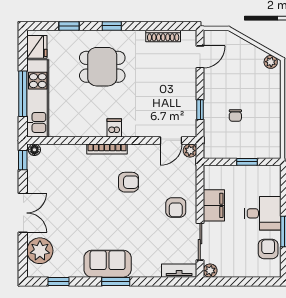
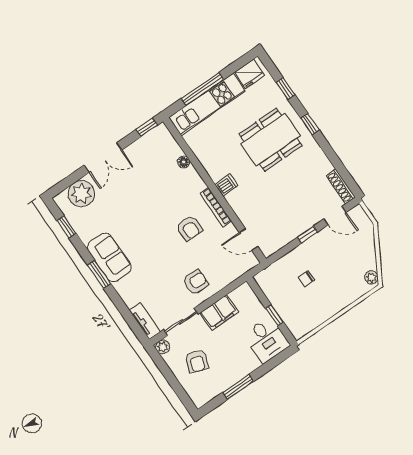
shoe rack: (163, 36) -> (341, 186), moved
dining table: (102, 67) -> (270, 140), width x1.38
window: (200, 110) -> (307, 235), moved
bookcase: (107, 149) -> (216, 207), moved
floor lamp: (34, 150) -> (184, 162), moved
plant: (190, 151) -> (251, 261), removed
armchair: (176, 208) -> (195, 282), turned 180
desk: (263, 213) -> (267, 340), moved
armchair: (268, 249) -> (197, 361), moved, turned 110

